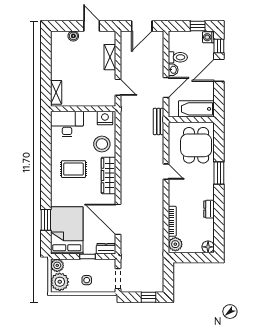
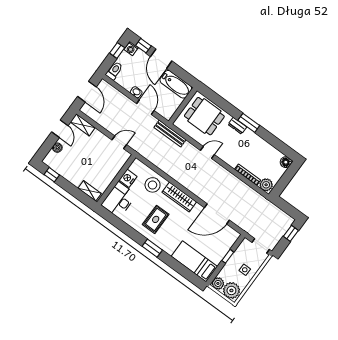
door: (92, 26) -> (60, 129), swing flipped
window: (46, 49) -> (52, 175), added
shelving: (110, 57) -> (83, 125), moved
toilet: (178, 57) -> (114, 71), moved
bathtub: (196, 109) -> (176, 84), moved, turned -90
nightstand: (105, 118) -> (128, 178), moved
bench: (159, 121) -> (170, 134), width x1.36
window: (219, 173) -> (249, 123), moved
dresser: (209, 209) -> (237, 126), moved
window: (46, 220) -> (152, 248), moved
bed: (67, 230) -> (194, 261), width x0.67
dresser: (106, 249) -> (232, 238), removed

